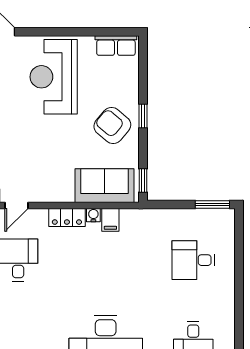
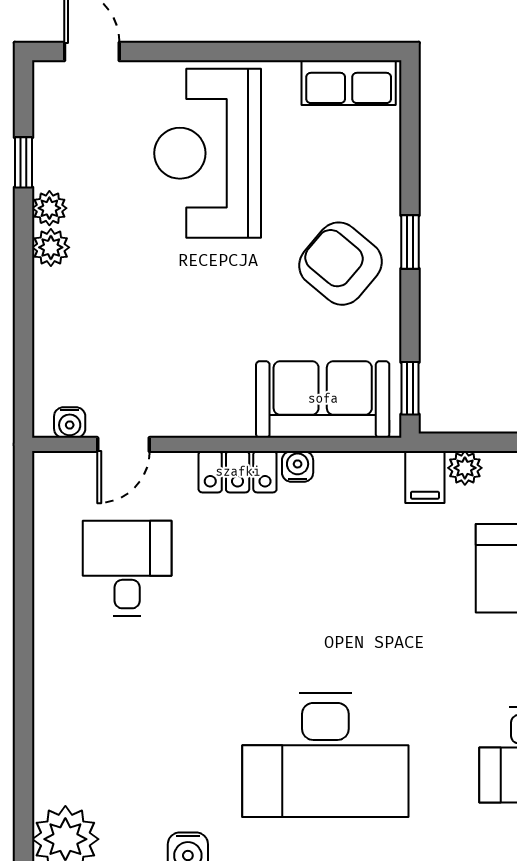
plant: (167, 216) -> (465, 468), added
filing cabinet: (110, 220) -> (425, 477), moved

